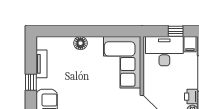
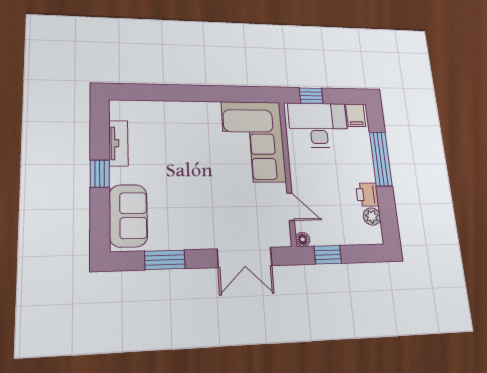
window: (176, 31) -> (311, 96), moved
floor lamp: (80, 43) -> (184, 111), removed

